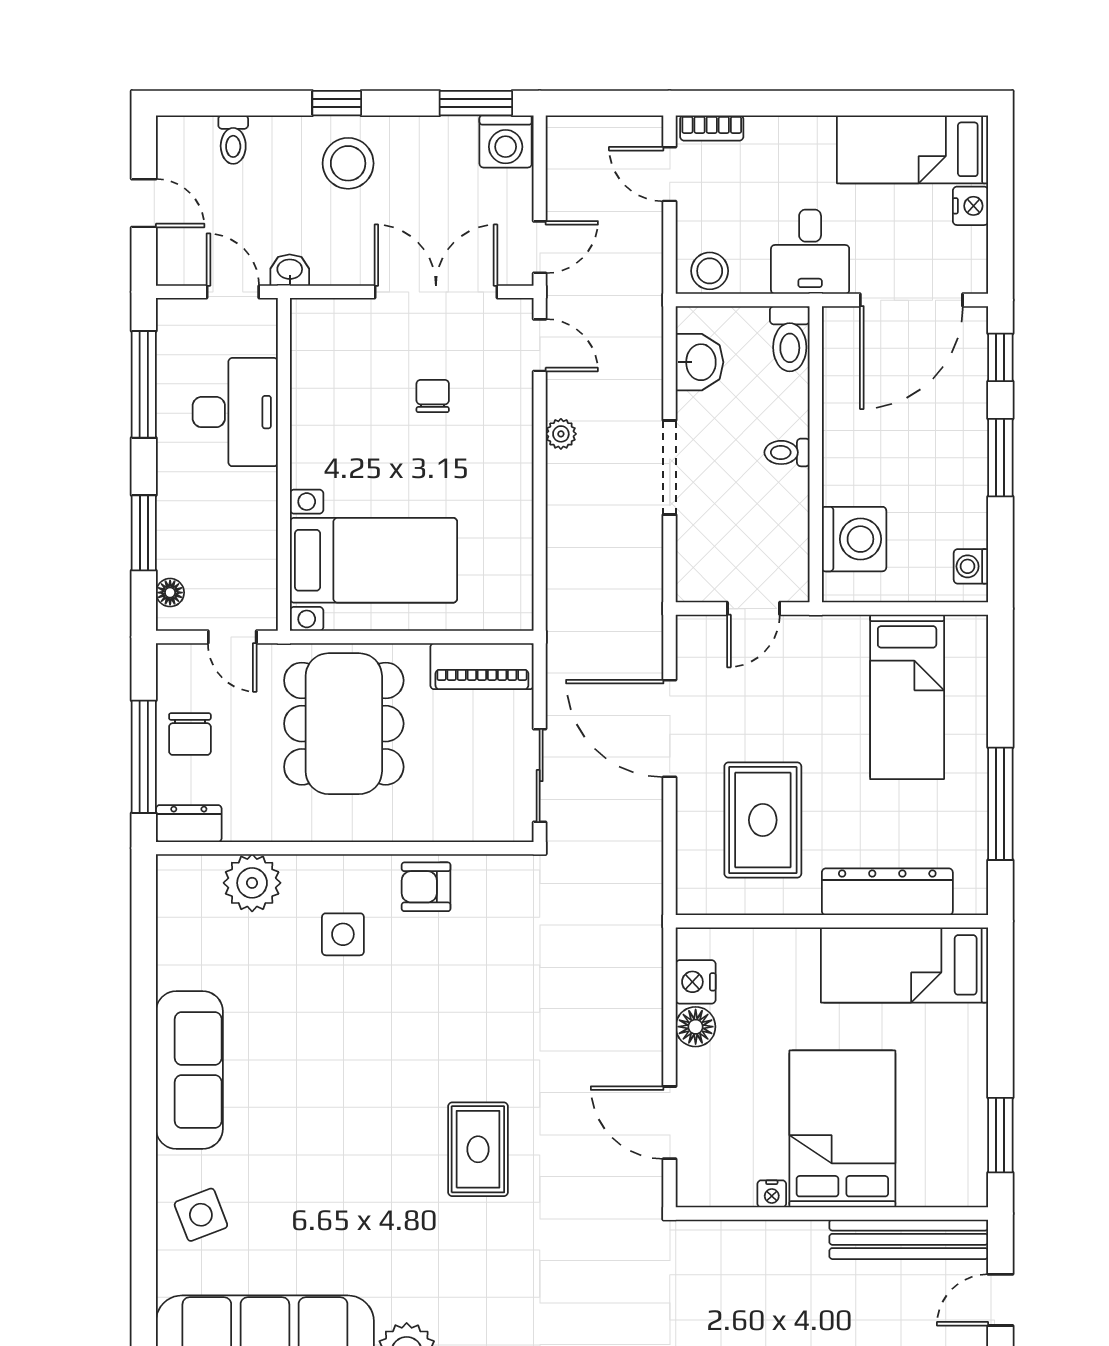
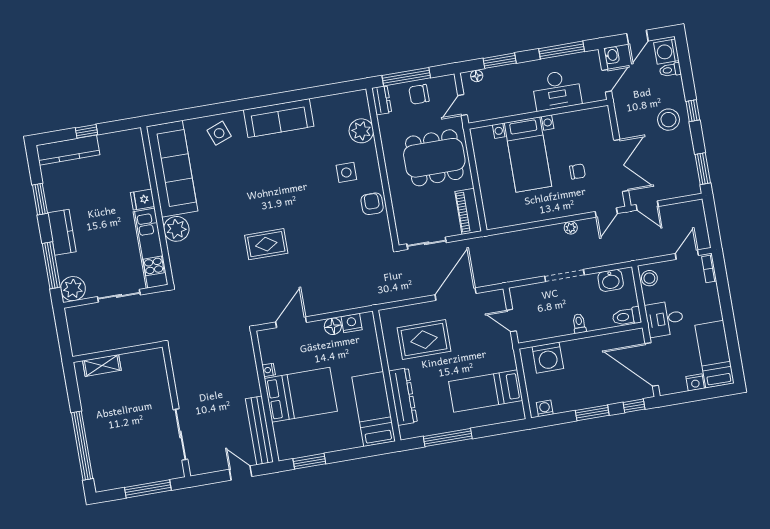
washing machine: (506, 141) -> (666, 52), moved
washbasin: (290, 270) -> (612, 55), moved
bed with nightstands: (374, 560) -> (528, 155), moved

